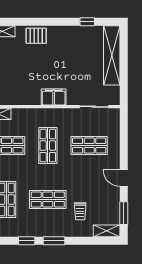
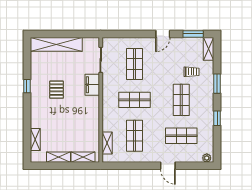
window: (87, 22) -> (27, 86), moved
pallet: (36, 36) -> (57, 90), moved
filing cabinet: (54, 97) -> (92, 85), moved
window: (54, 241) -> (217, 84), moved

